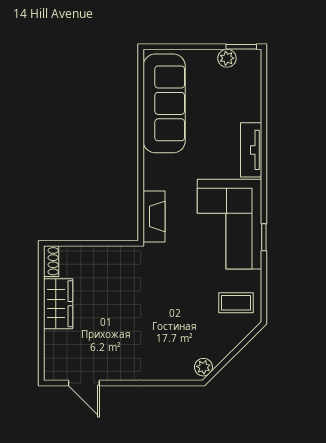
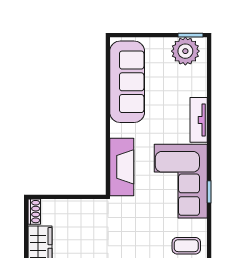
plant: (227, 58) -> (185, 51), width x1.88, depth x1.88
fireplace: (154, 216) -> (122, 167), width x1.37, depth x1.32

